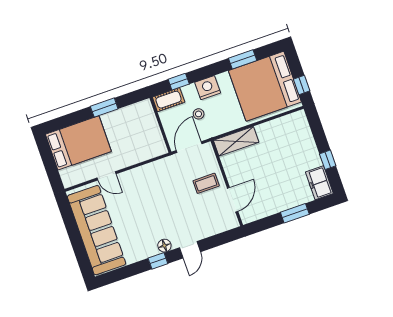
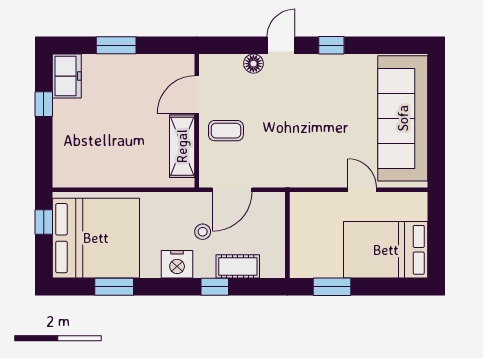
wall: (160, 125) -> (287, 235), moved
shelving: (236, 141) -> (182, 146), moved, turned 90
floor lamp: (164, 246) -> (253, 64), moved

